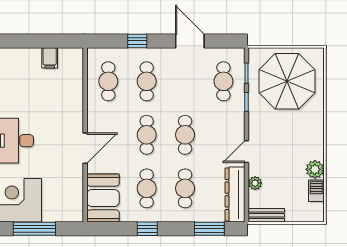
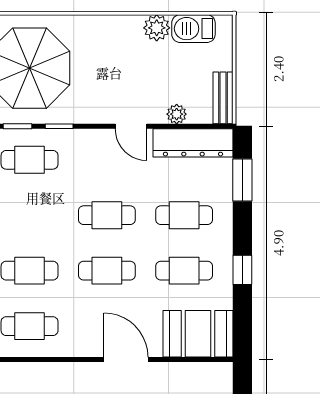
barbecue: (316, 191) -> (193, 29), width x1.38, depth x1.27

